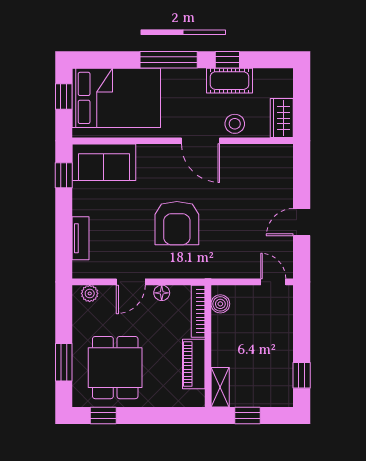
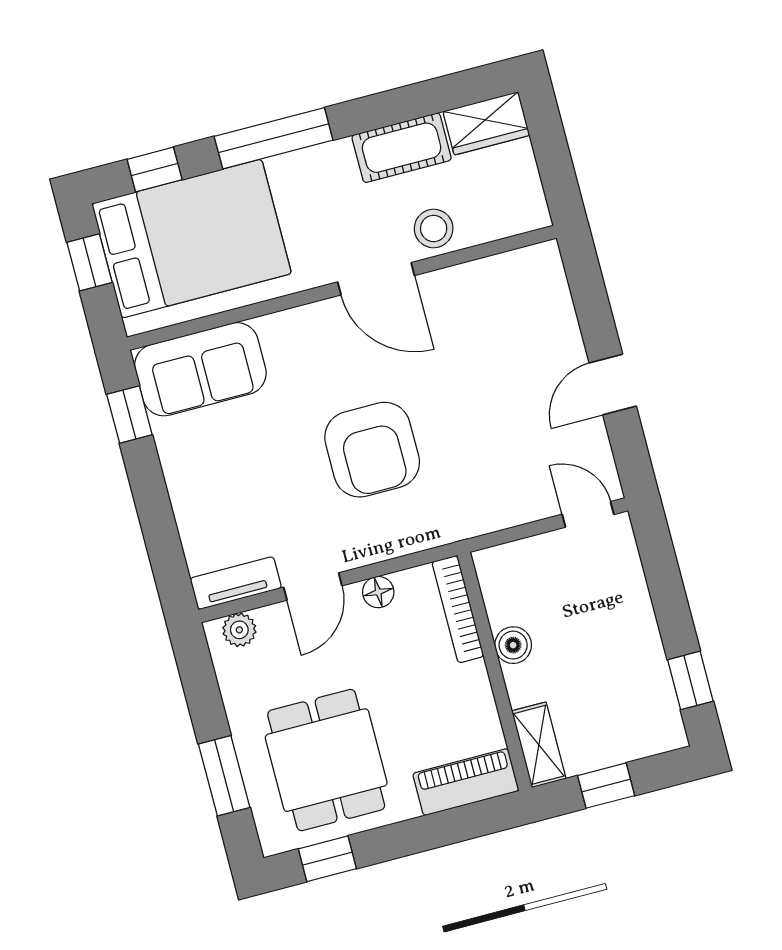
window: (227, 60) -> (155, 169), moved
wardrobe: (282, 118) -> (486, 123), moved, turned -90
tv unit: (80, 238) -> (236, 583), moved, turned -90
boiler: (220, 304) -> (513, 645), moved
piano: (194, 364) -> (466, 782), moved, turned 90

